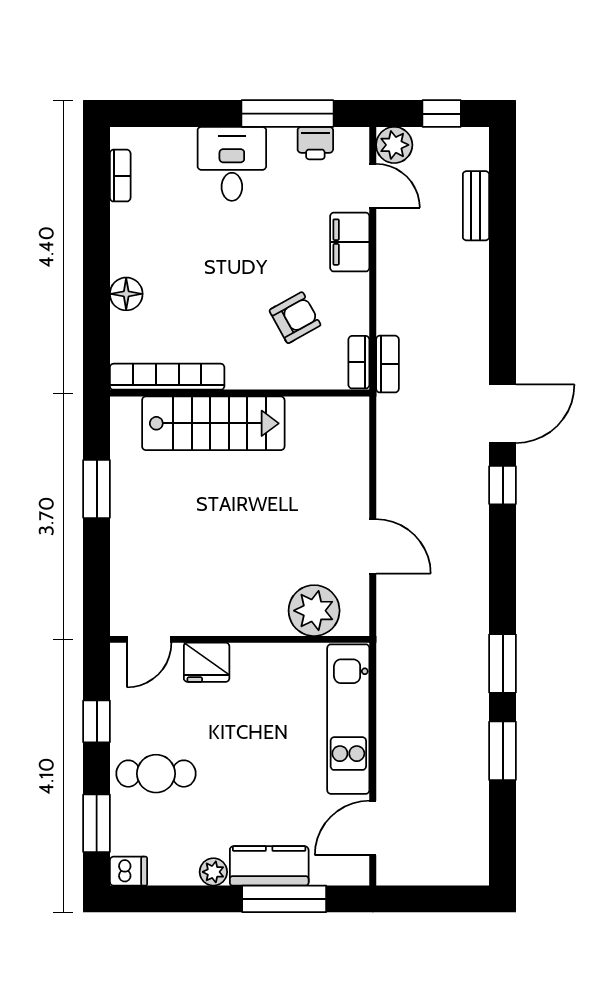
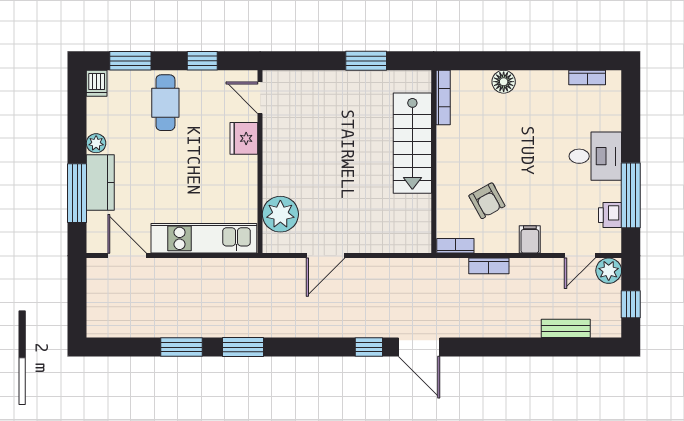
filing cabinet: (350, 242) -> (530, 239), width x0.50
bookcase: (387, 364) -> (489, 266), moved
bookcase: (167, 377) -> (443, 97), width x0.68, depth x0.76

